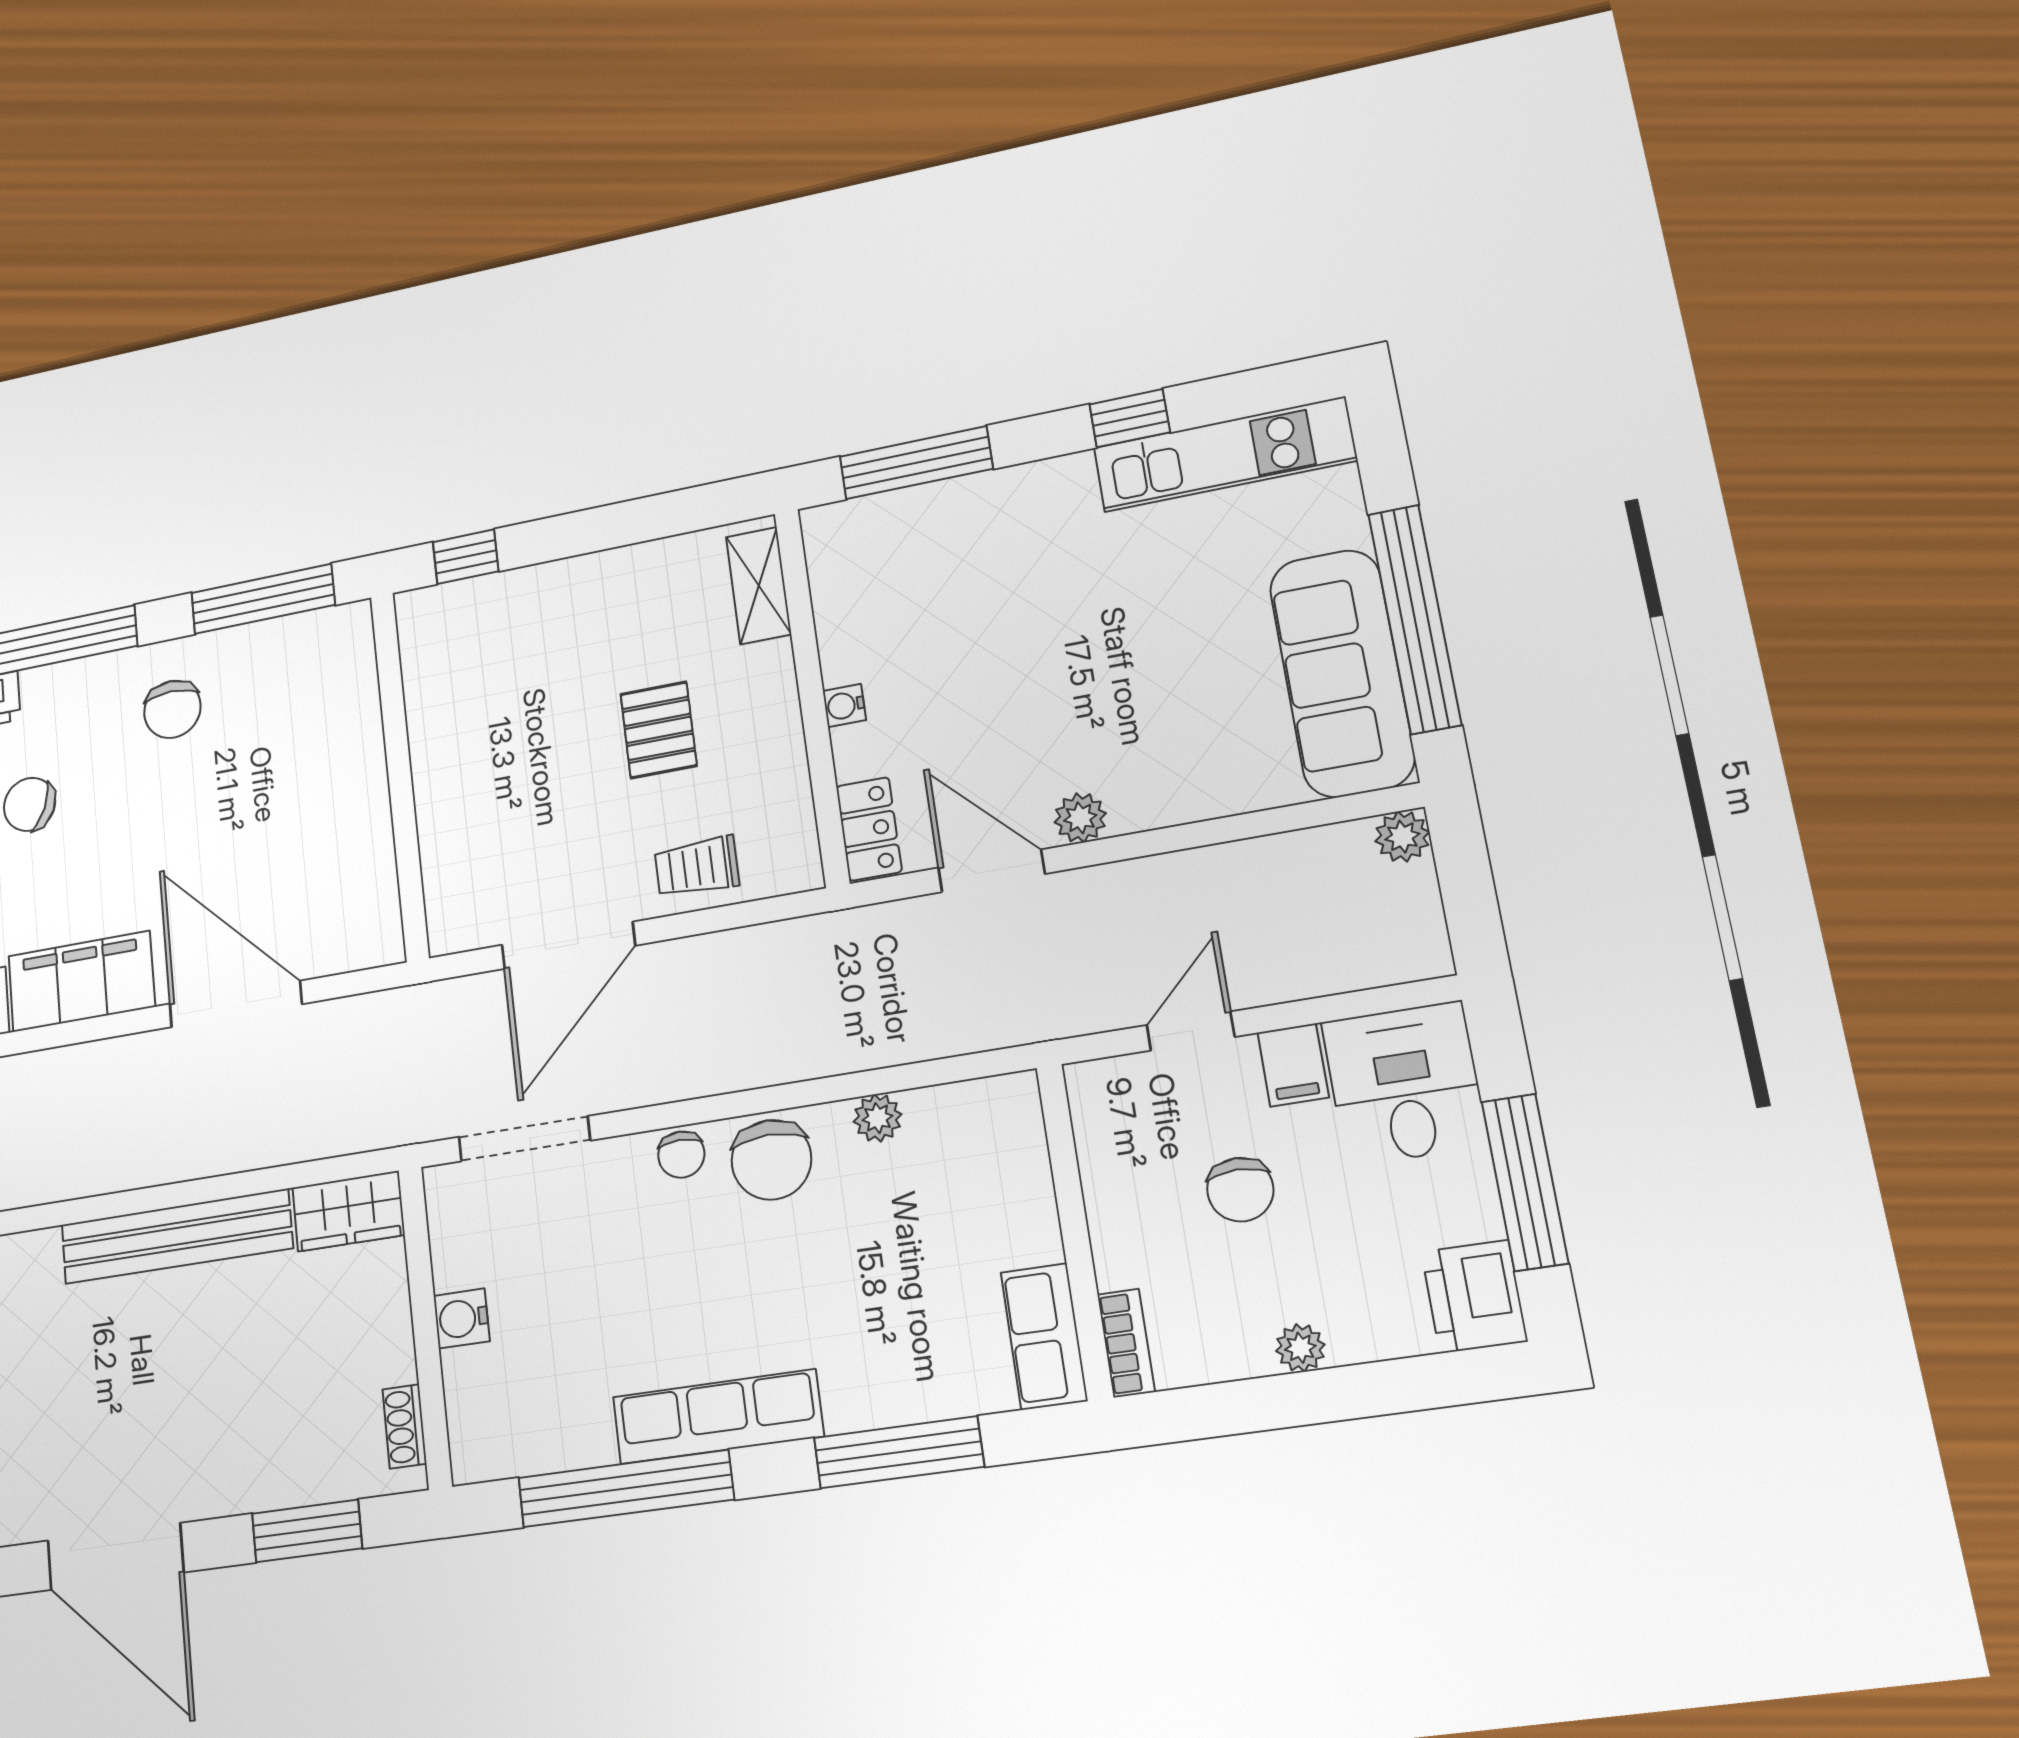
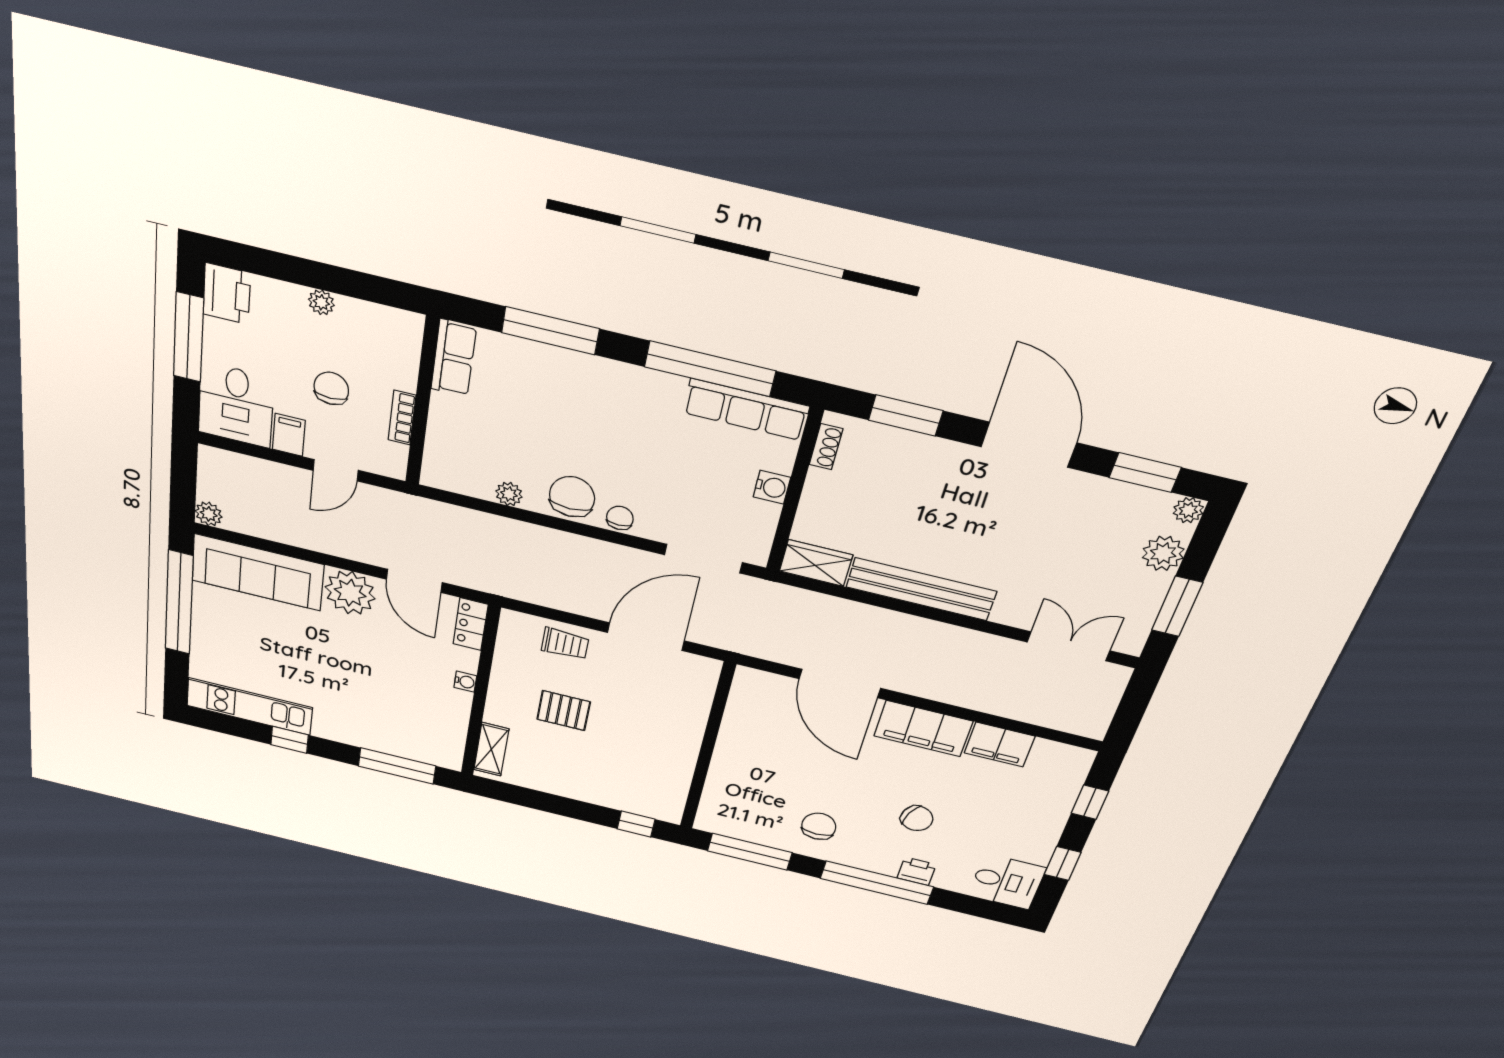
sofa: (1342, 673) -> (258, 572), moved, turned 90
pallet: (659, 730) -> (564, 711), turned 90
plant: (1080, 818) -> (350, 593), width x1.87, depth x1.87
bookcase: (1126, 1343) -> (402, 418), moved
row of seats: (718, 1417) -> (746, 409), moved

